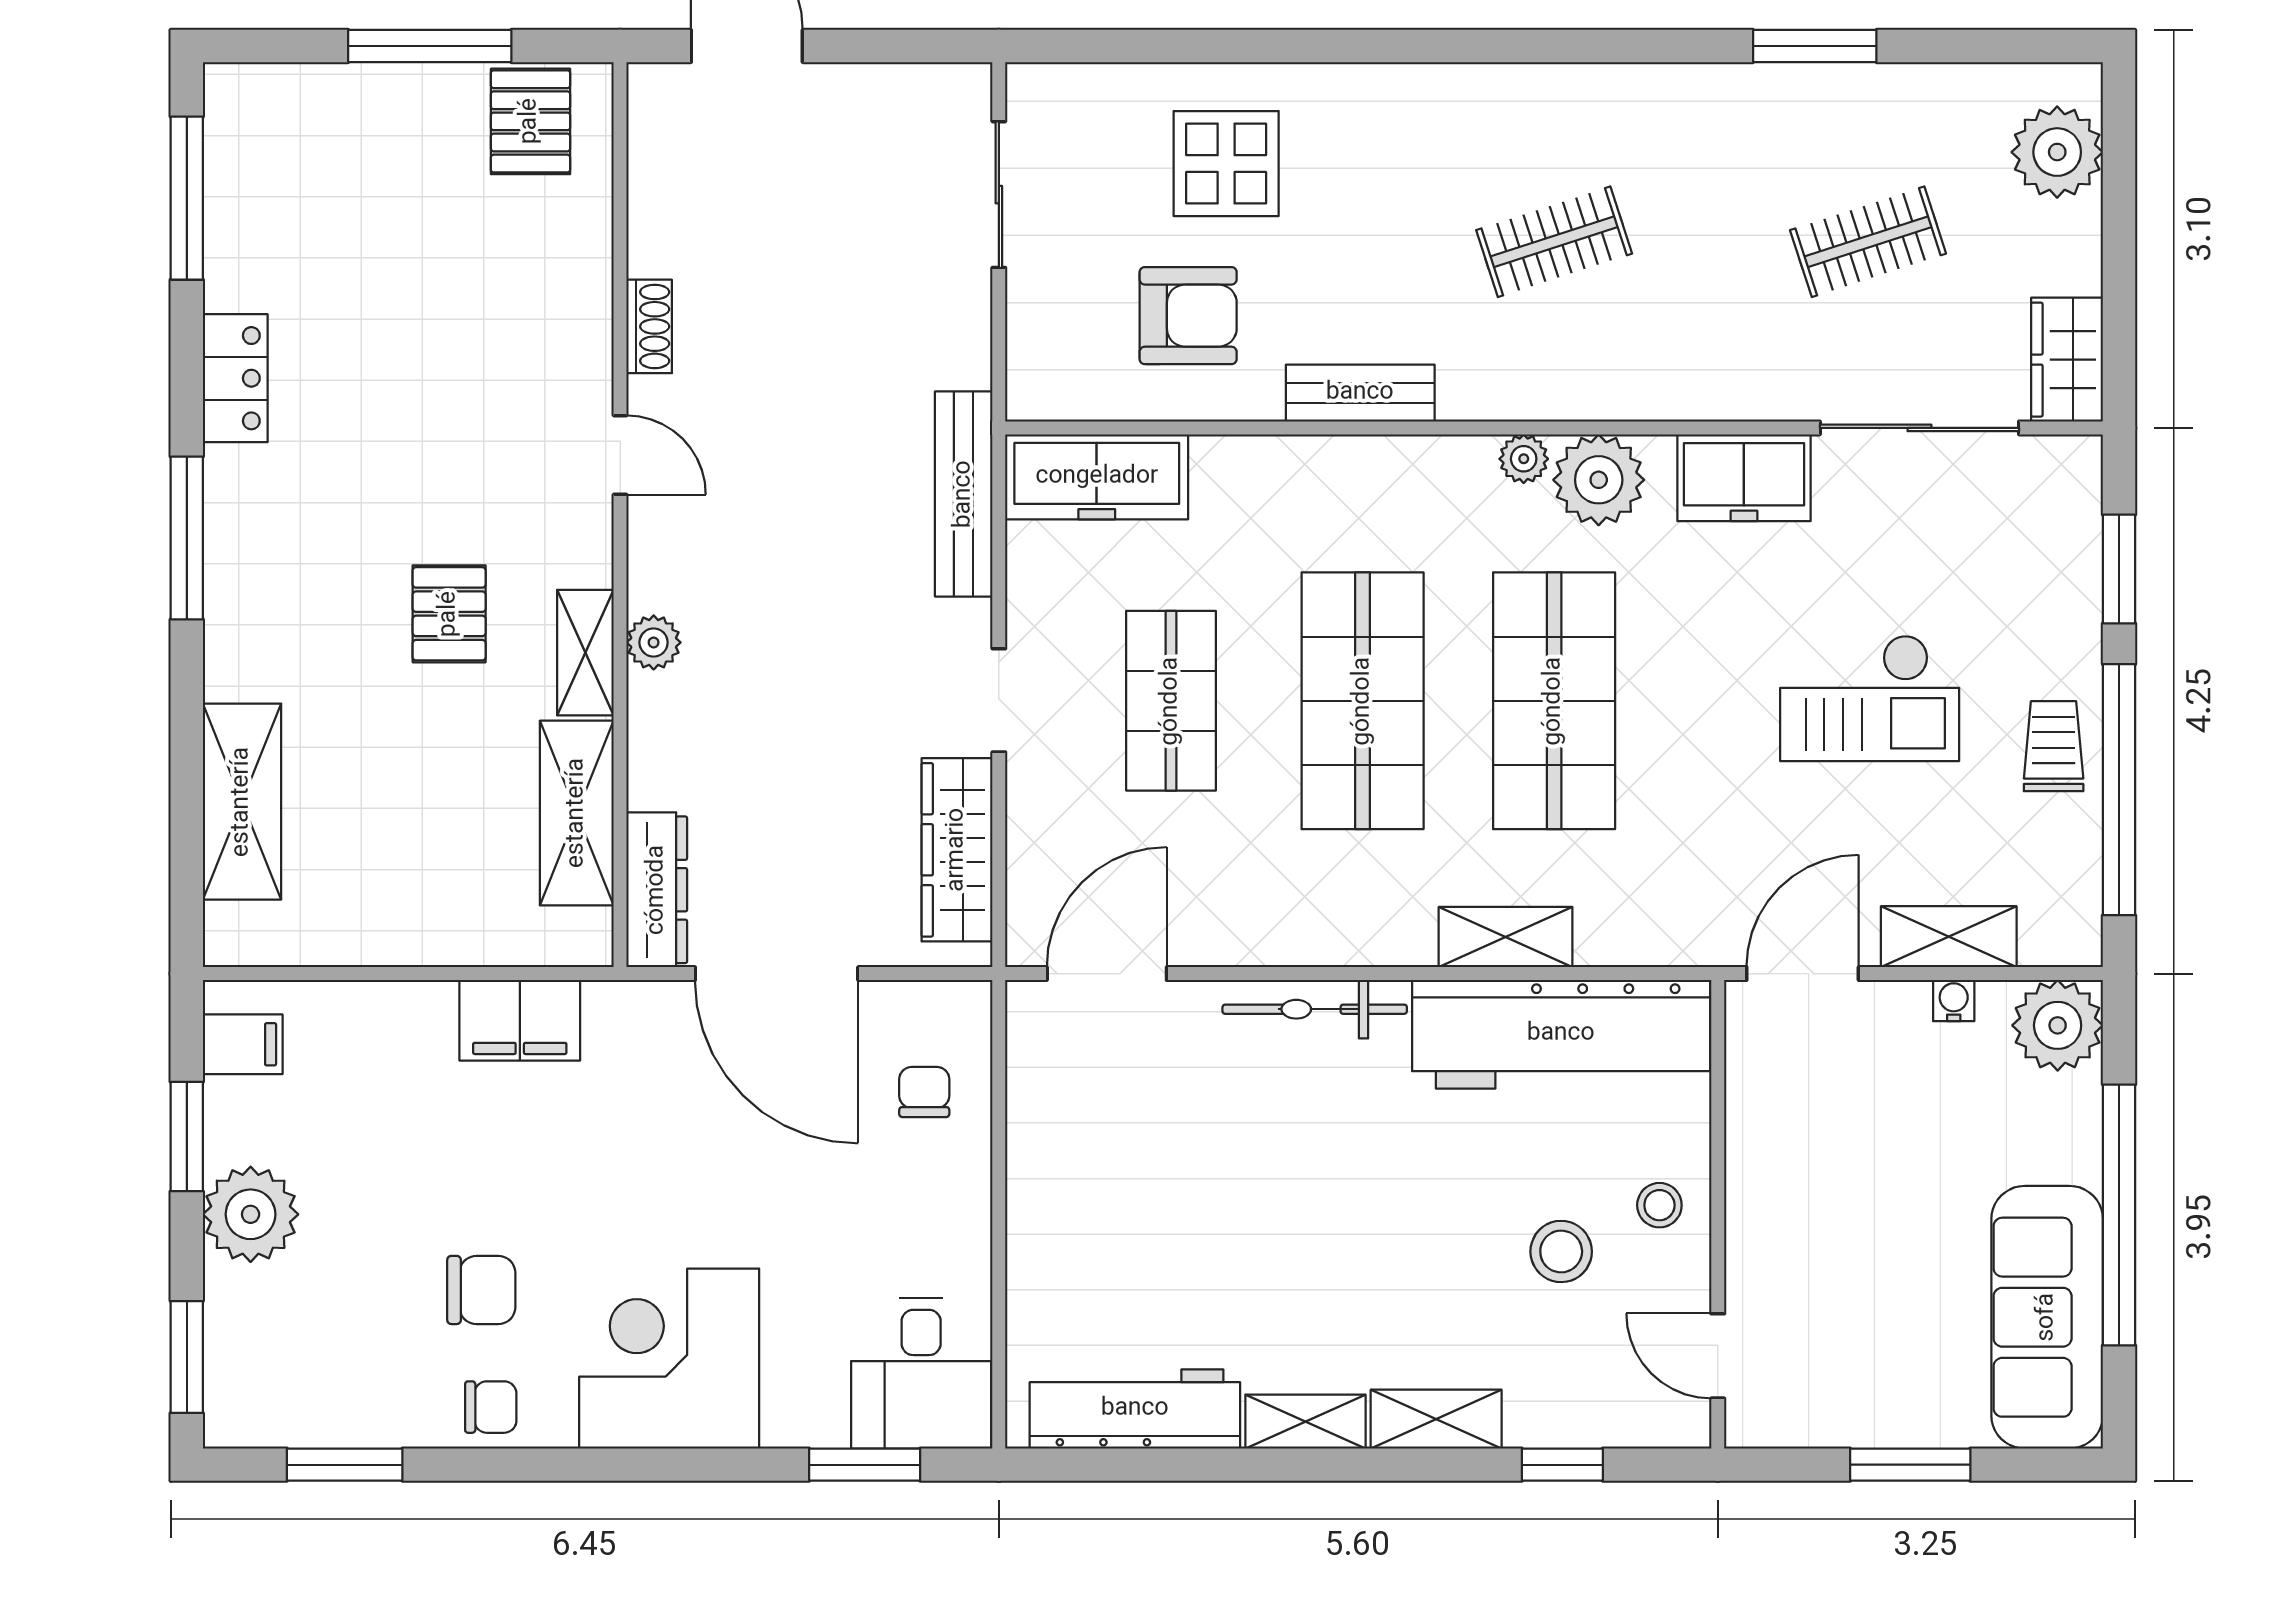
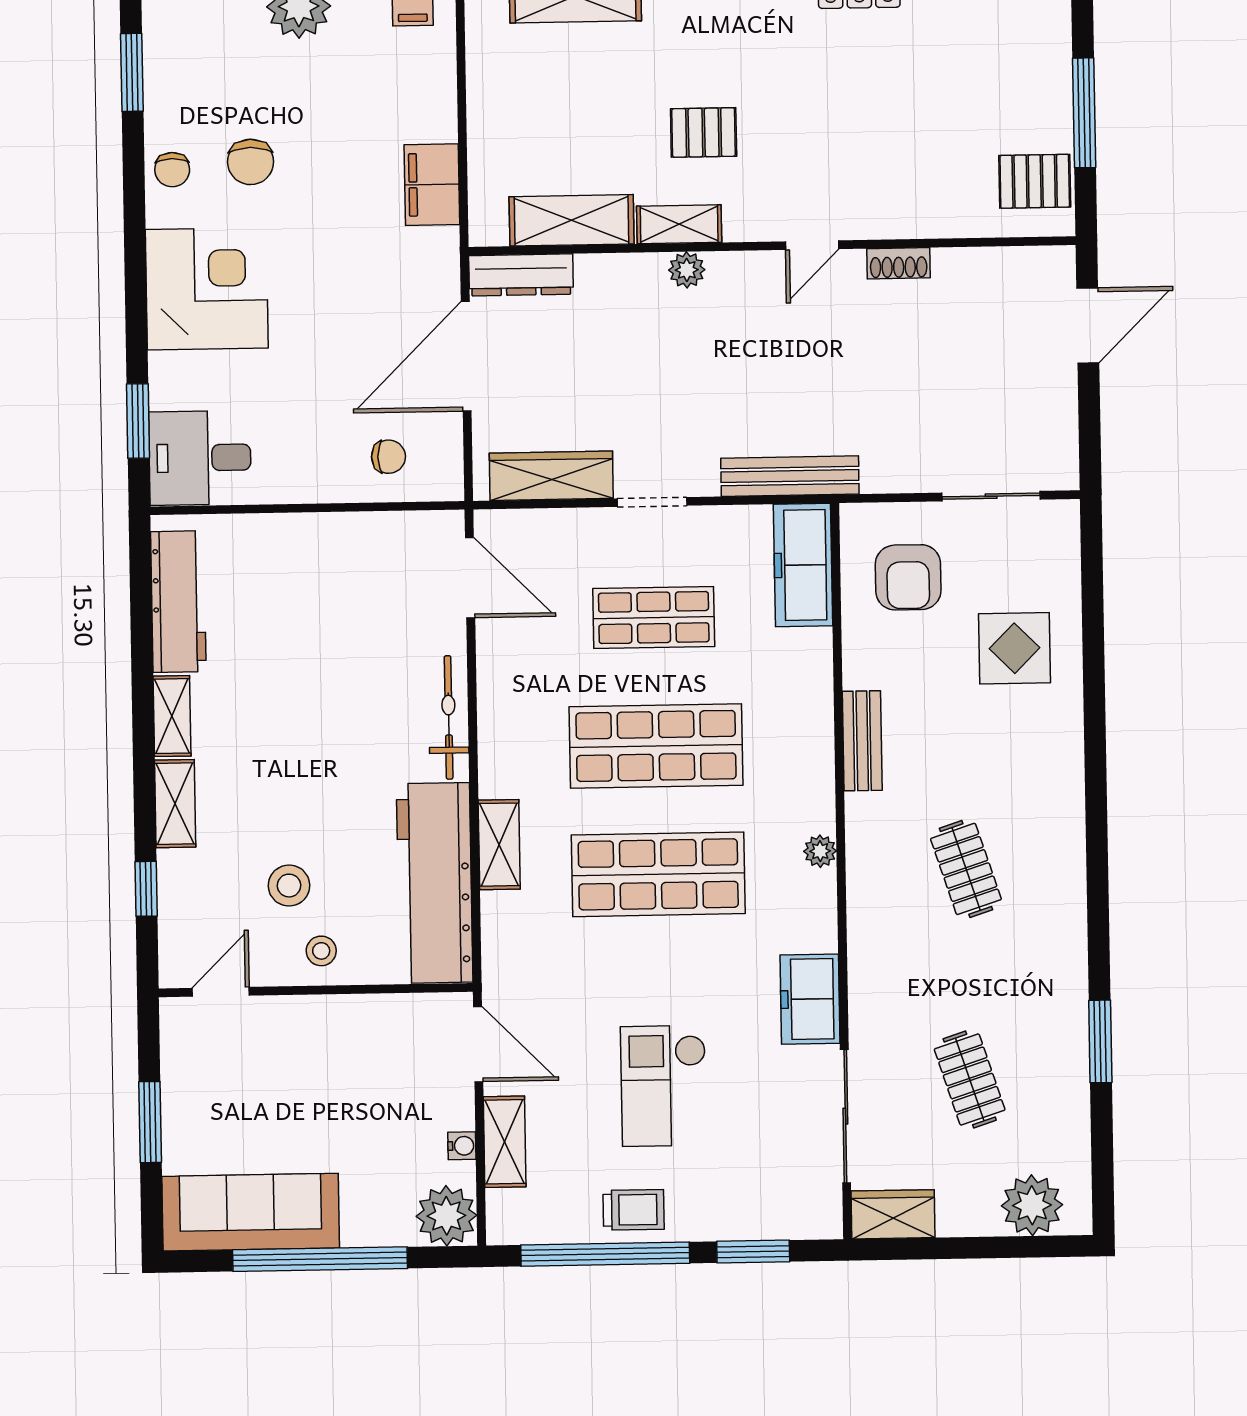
armchair: (1188, 316) -> (908, 577), moved
plant: (1599, 480) -> (807, 902), removed

